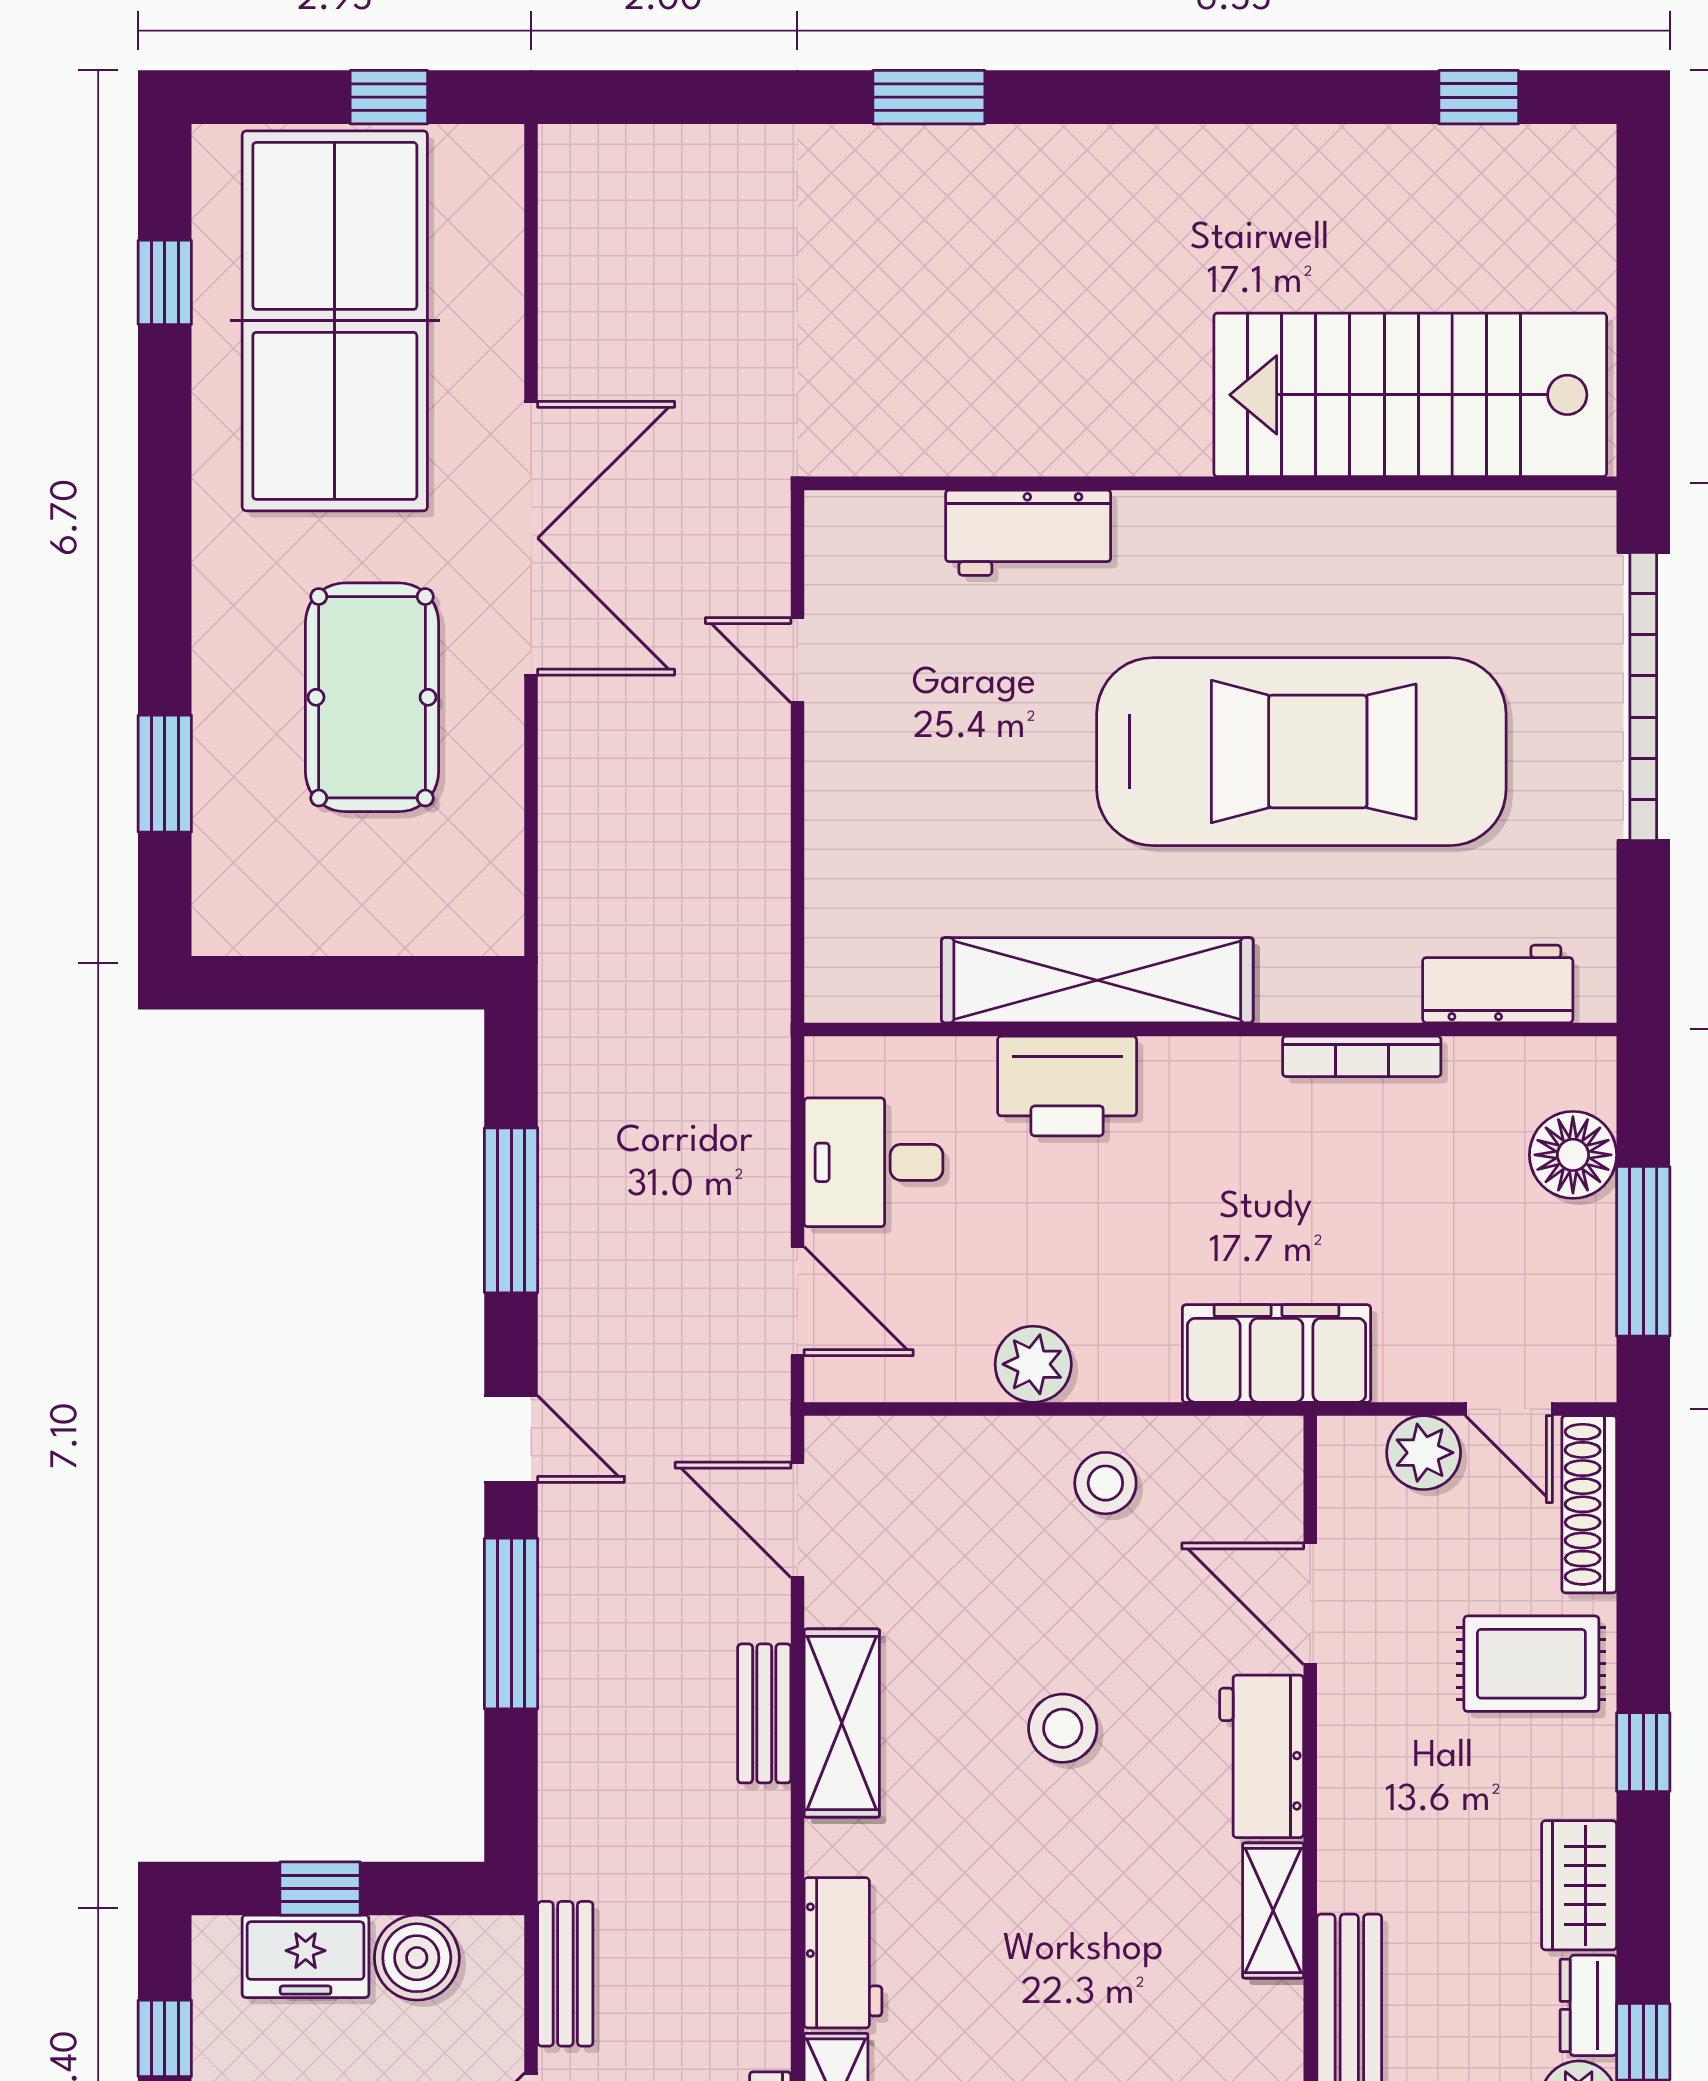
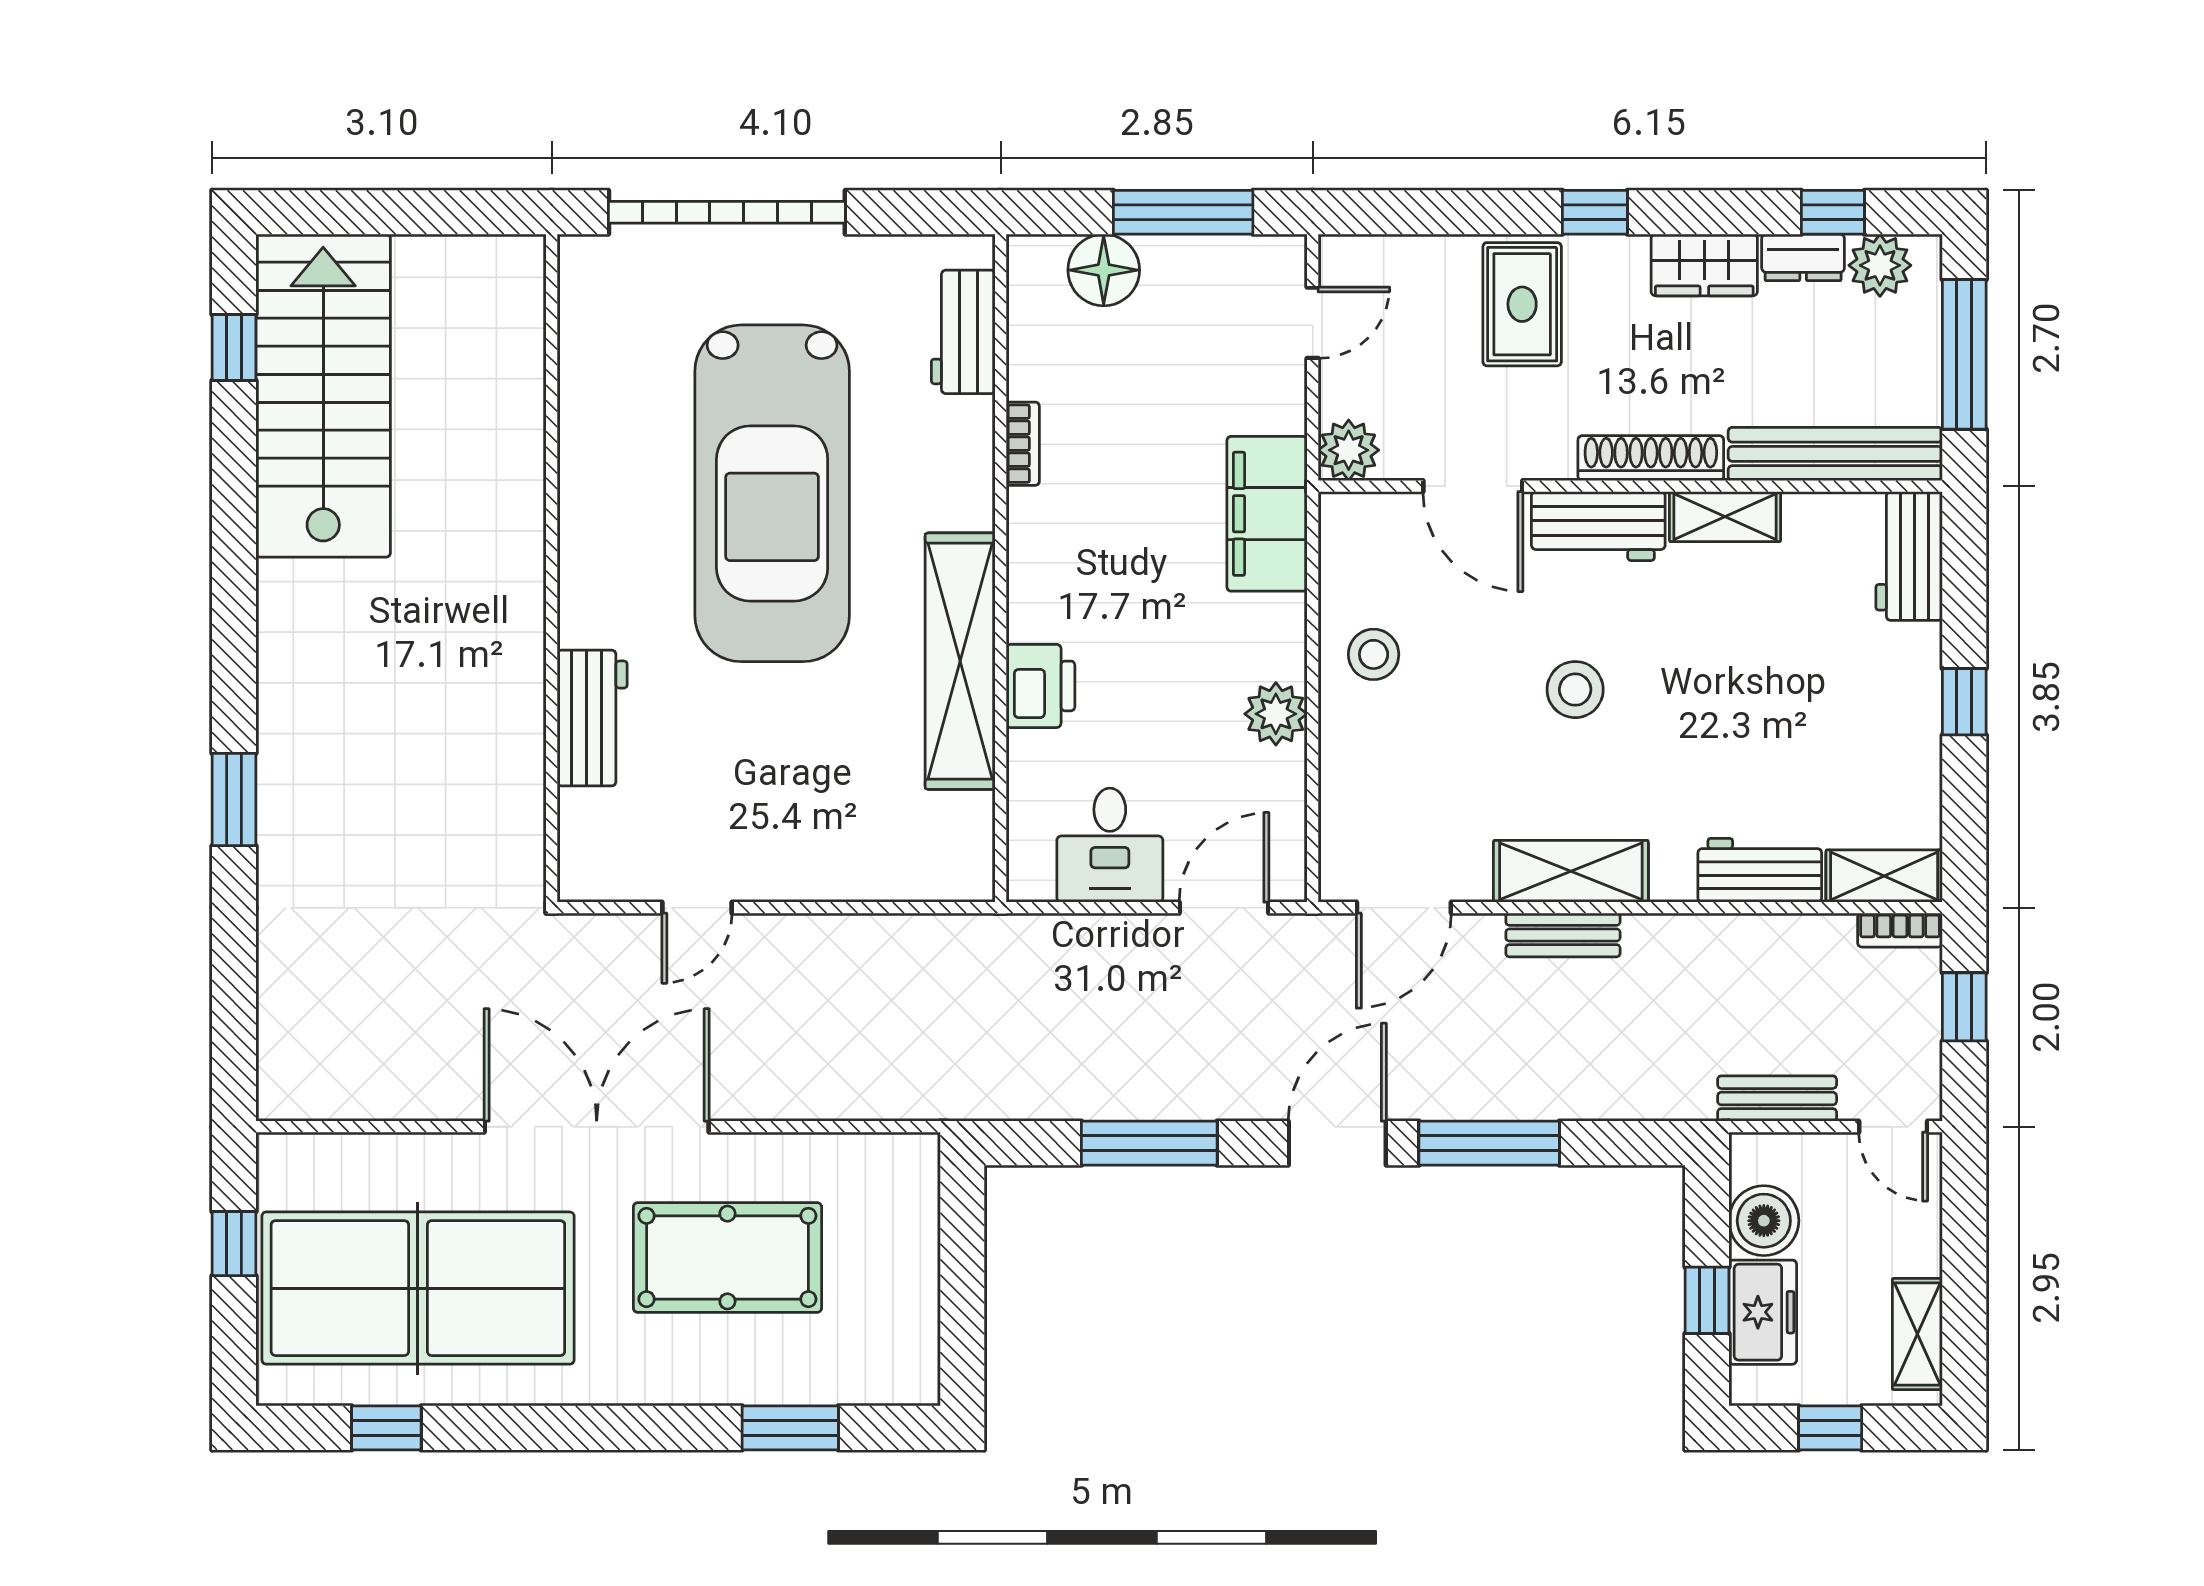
stairs: (1410, 395) -> (323, 396), moved, turned 180
car: (1301, 752) -> (772, 493), turned 180
bookcase: (1362, 1056) -> (1023, 444), width x0.64
printer: (1067, 1086) -> (1040, 686), width x0.73, depth x0.84
door: (511, 1439) -> (1337, 1143), width x1.38
plant: (1424, 1453) -> (1349, 450), moved
shoe rack: (1589, 1504) -> (1651, 458), moved, turned 180
door: (1310, 1604) -> (1473, 486), hinge flipped

